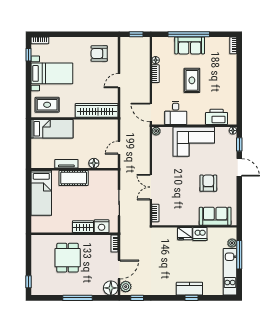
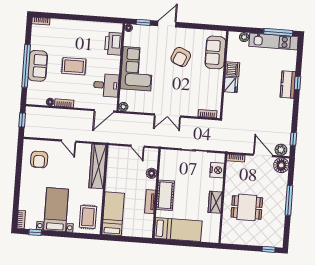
armchair: (208, 183) -> (181, 57), turned -67
double door: (151, 187) -> (167, 116), moved
wardrobe: (83, 227) -> (215, 202), moved
window: (239, 255) -> (278, 32), moved

